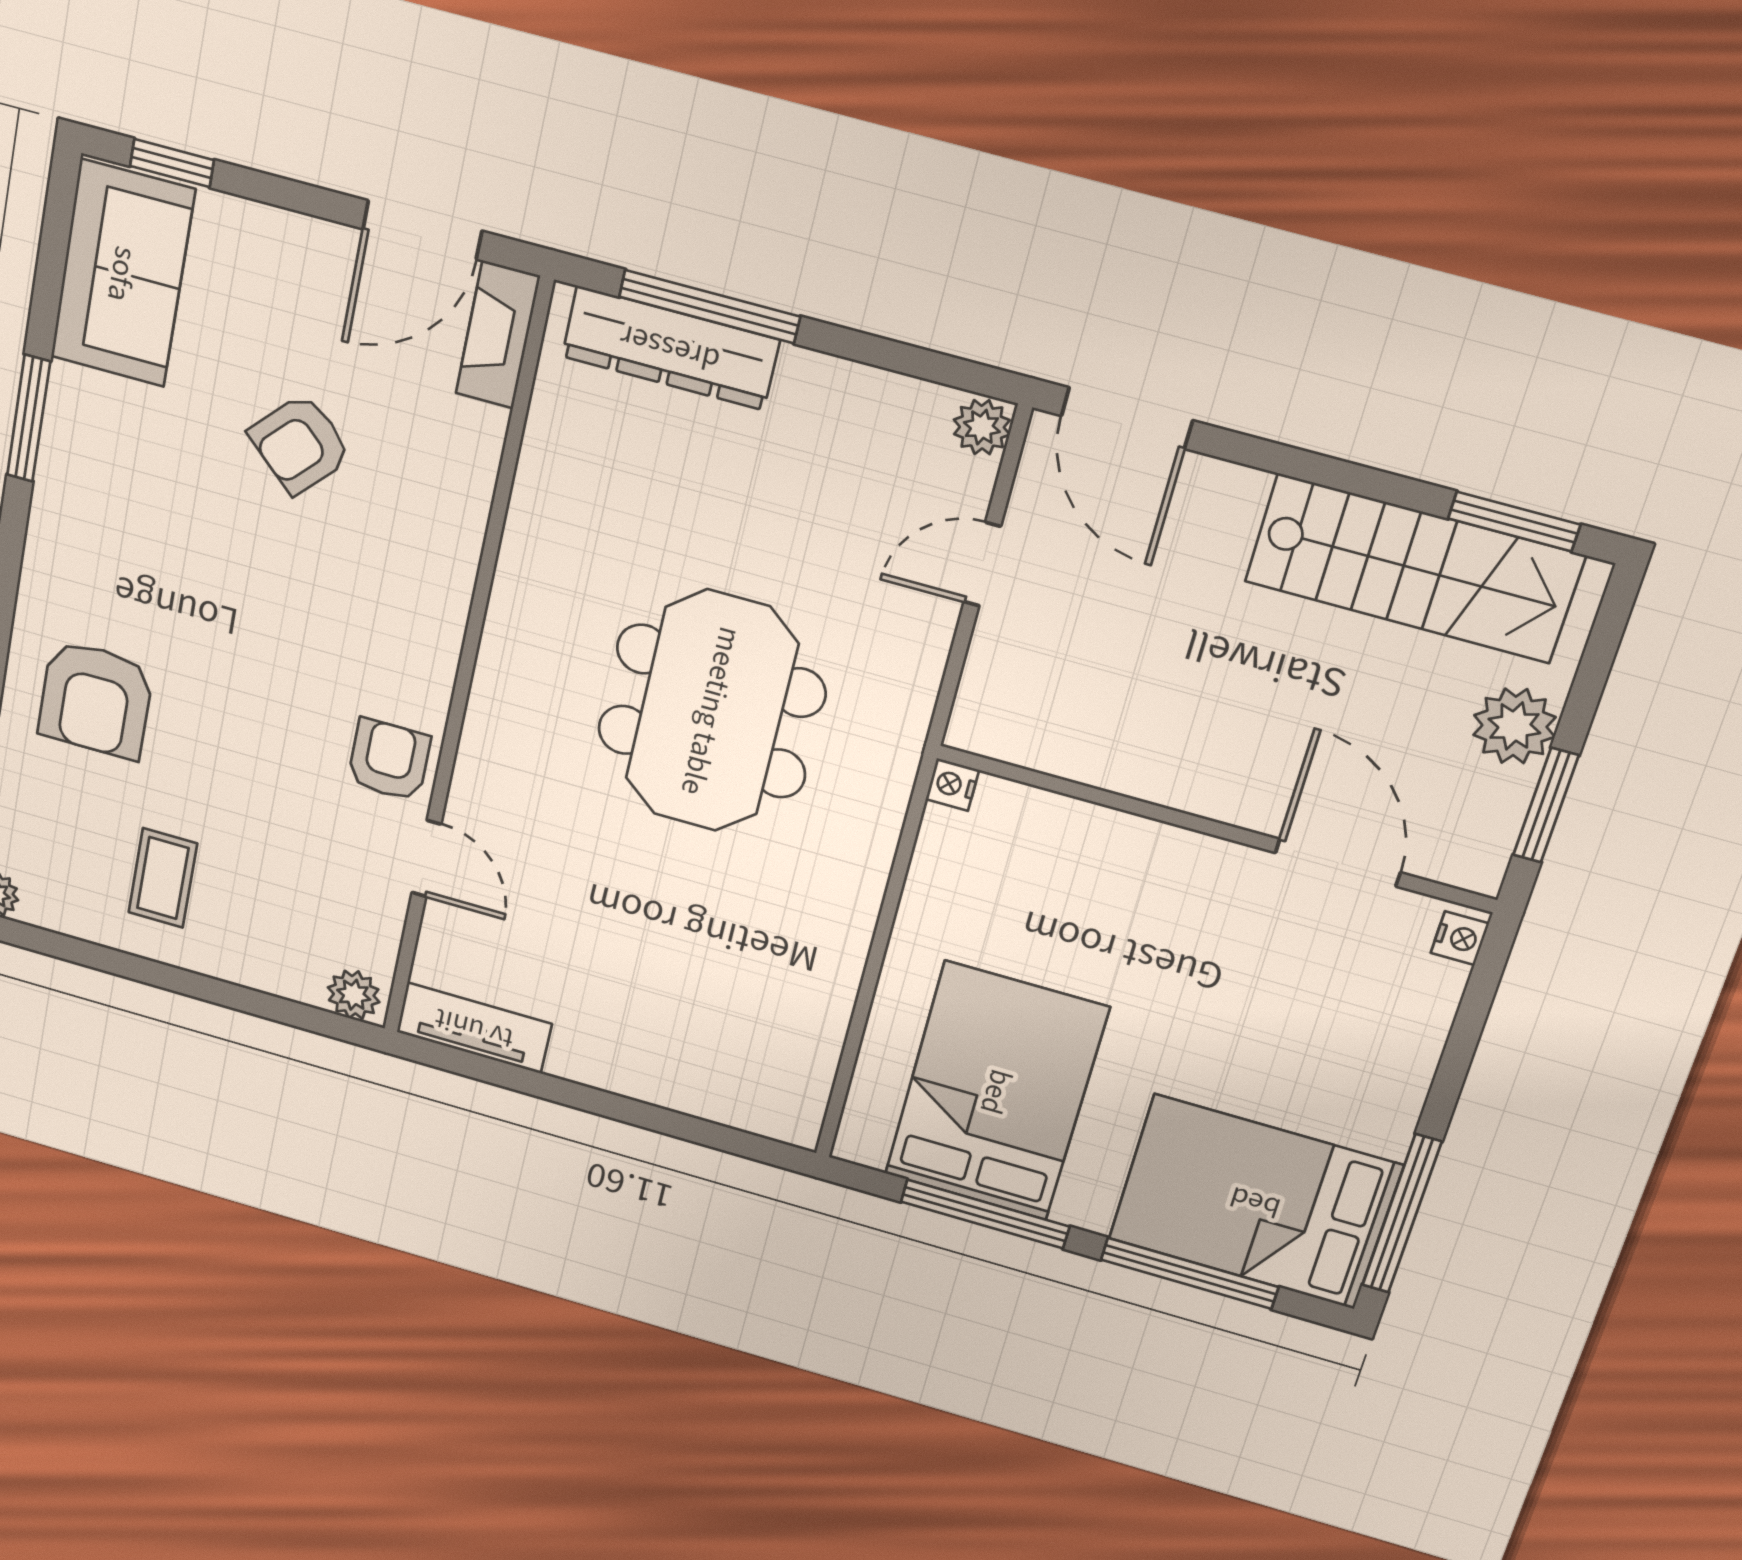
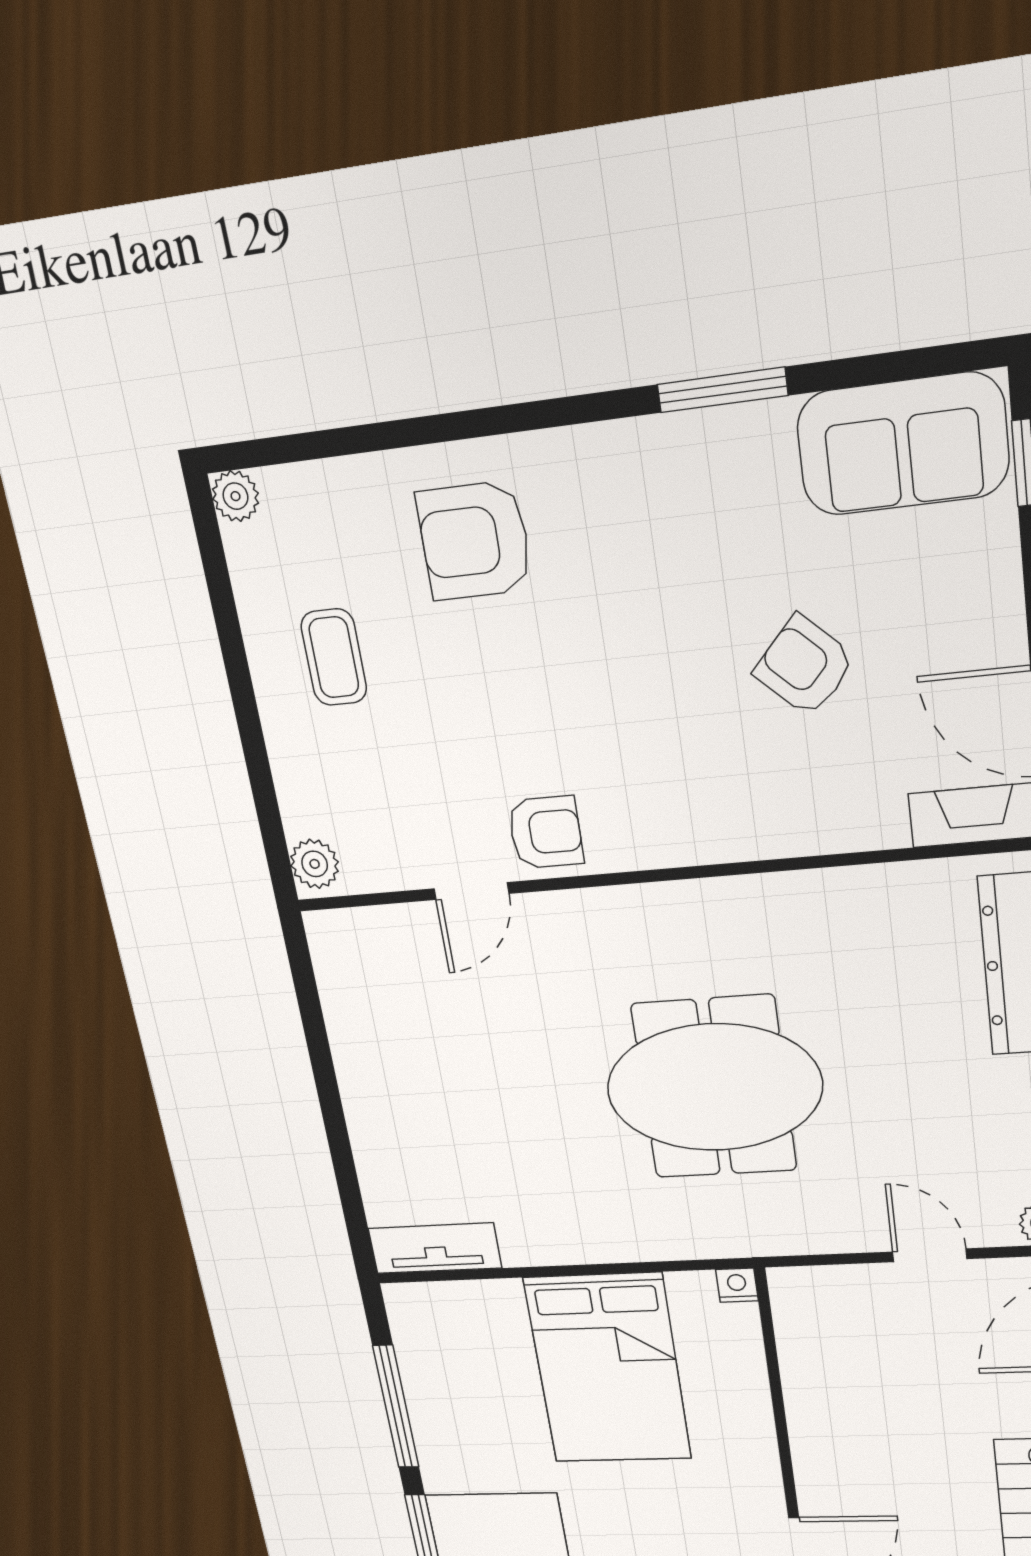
coffee table: (163, 878) -> (334, 657), turned 90
tv unit: (474, 1028) -> (435, 1248), moved, turned -90
bed: (996, 1092) -> (608, 1369), moved, turned 90

